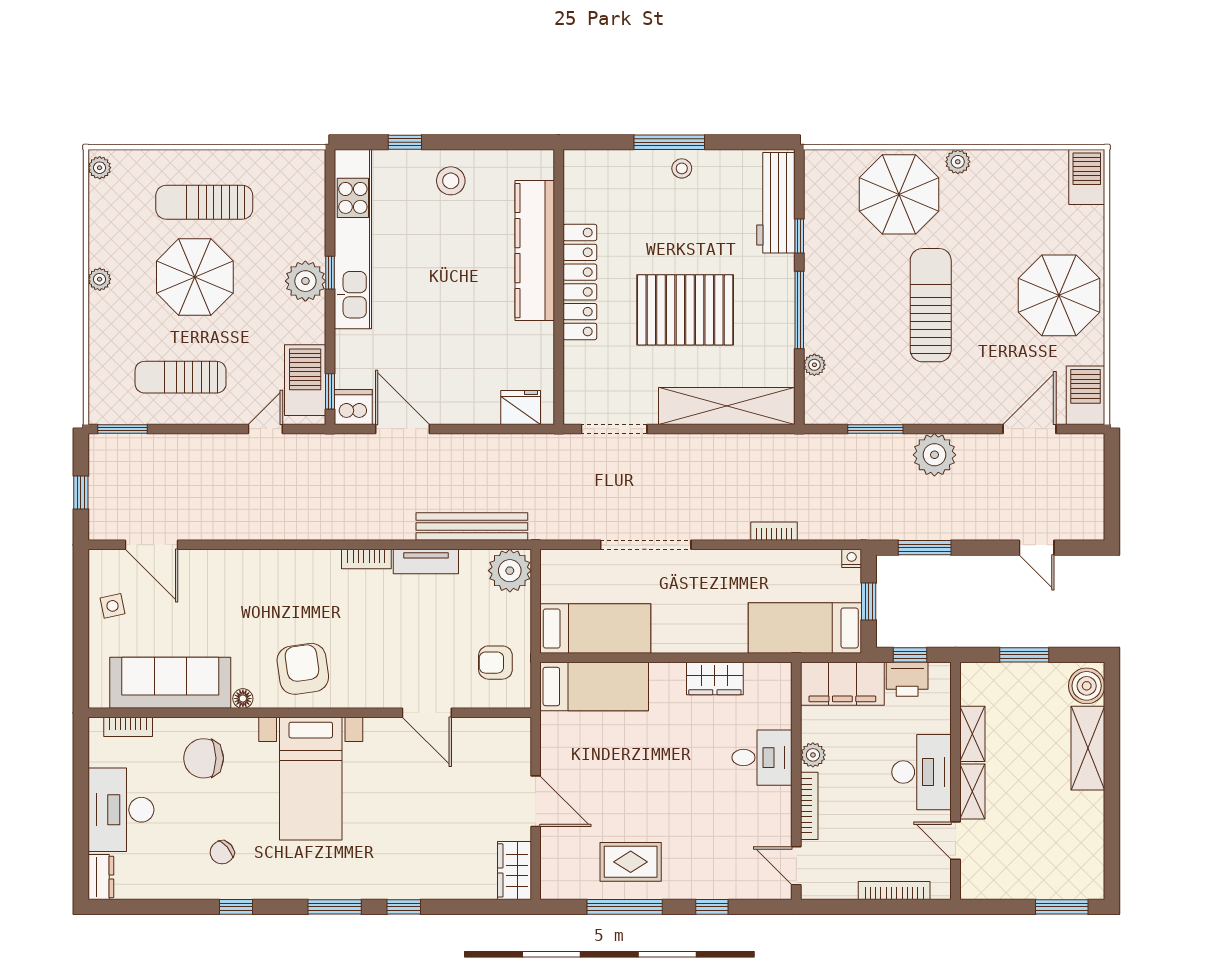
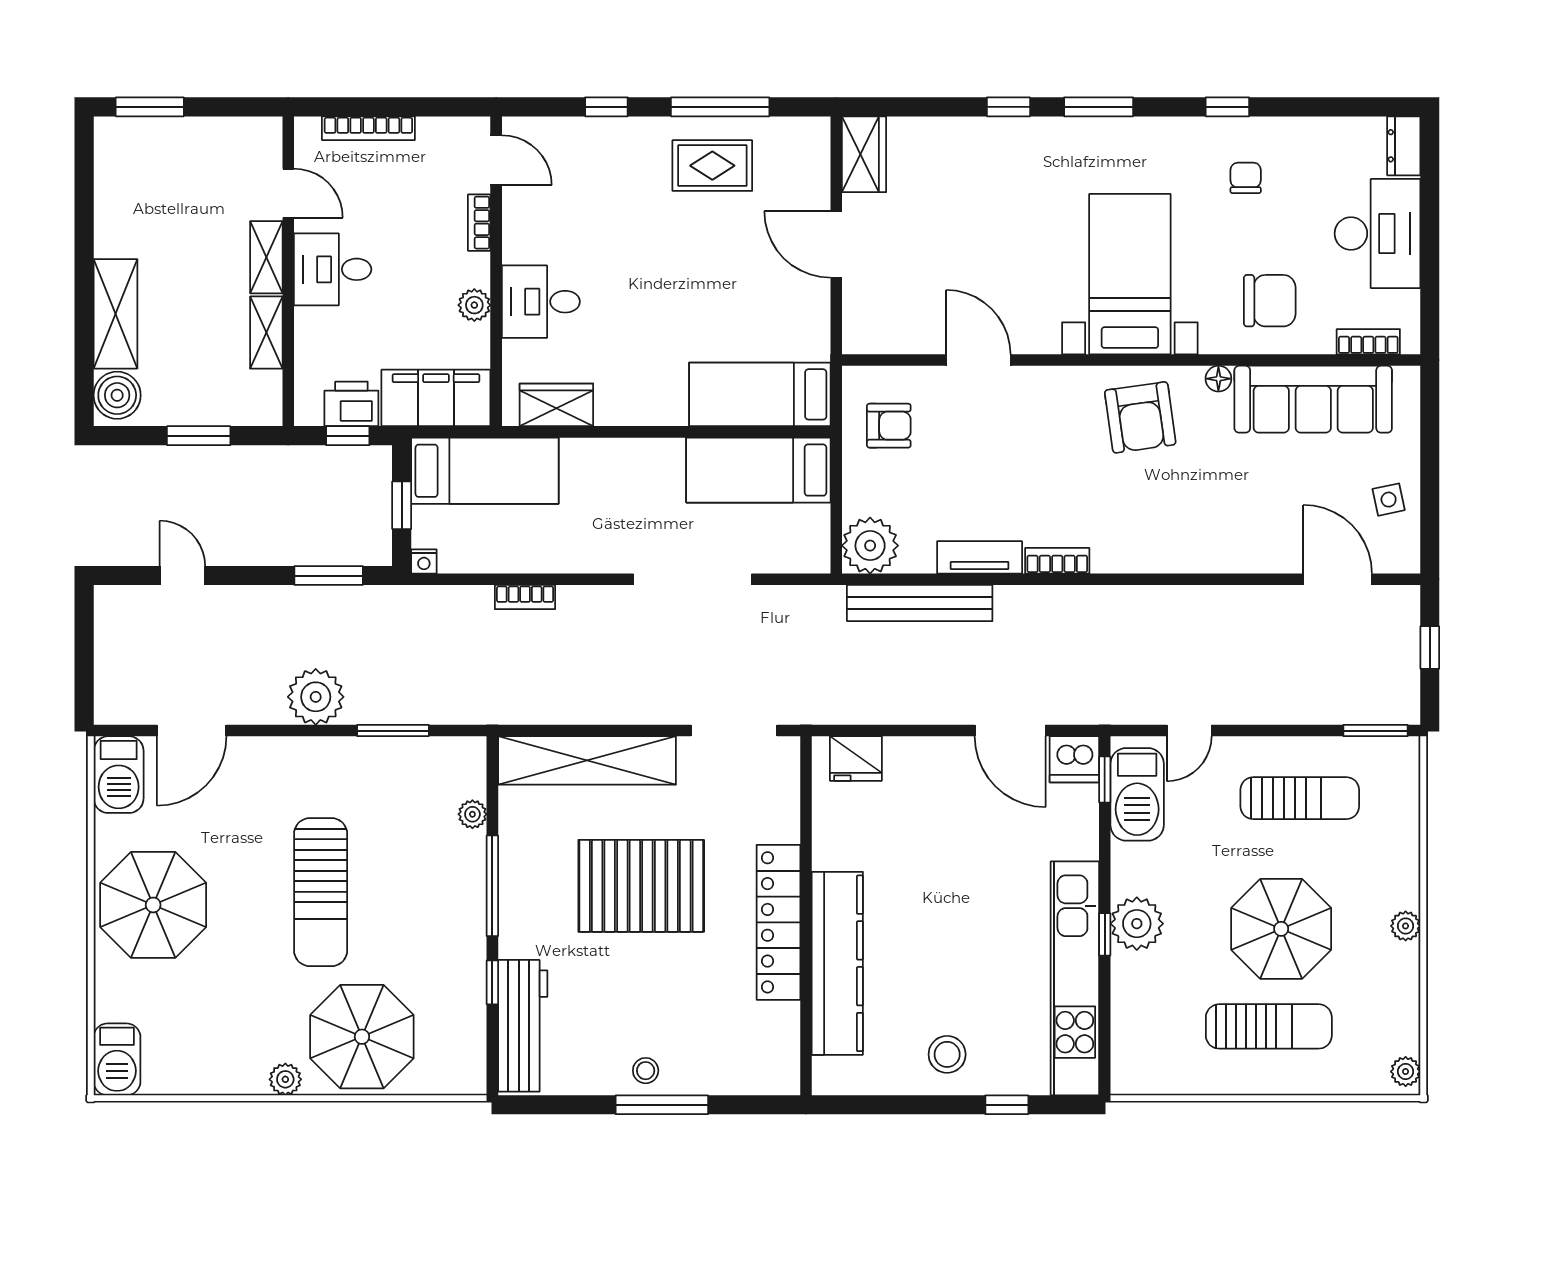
wardrobe: (715, 678) -> (556, 405), moved
desk: (922, 772) -> (333, 269), width x0.73
bookcase: (809, 806) -> (479, 223), width x0.64
chair: (222, 852) -> (1246, 178), turned -49

